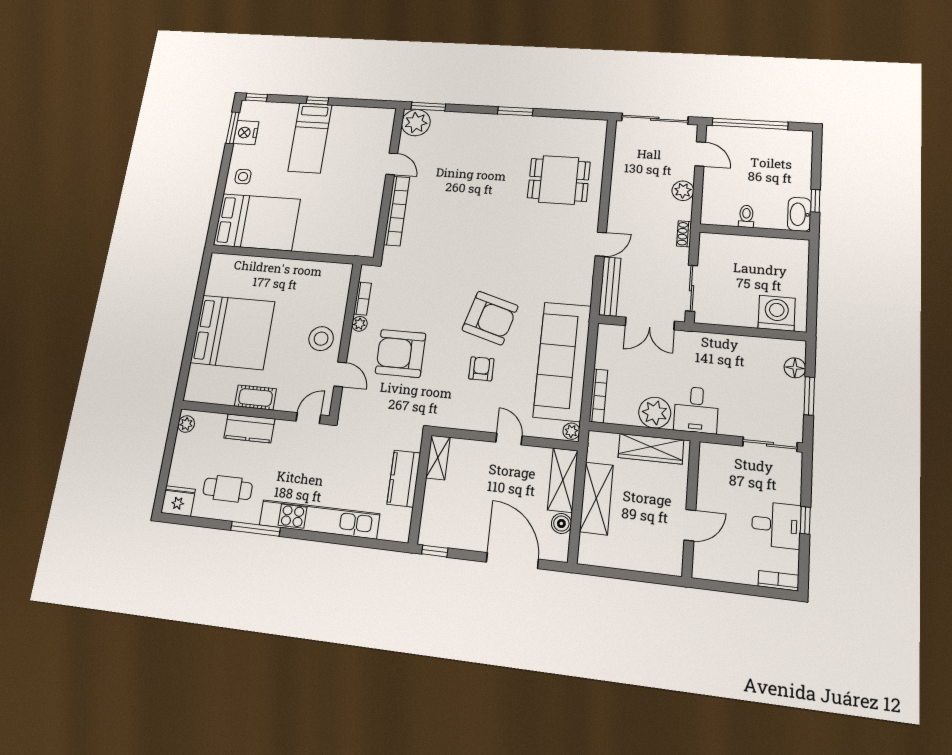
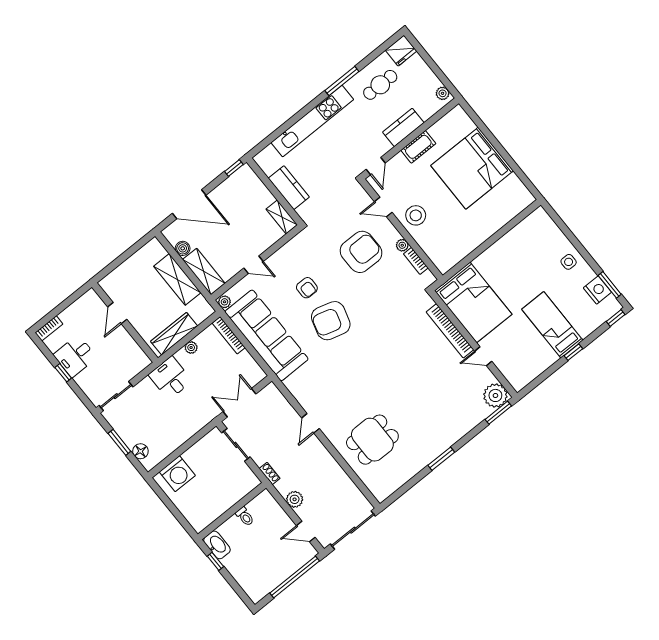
bed: (257, 222) -> (473, 302), moved, turned -90
bench: (610, 286) -> (282, 403), removed
plant: (655, 413) -> (191, 348), width x0.53, depth x0.53

